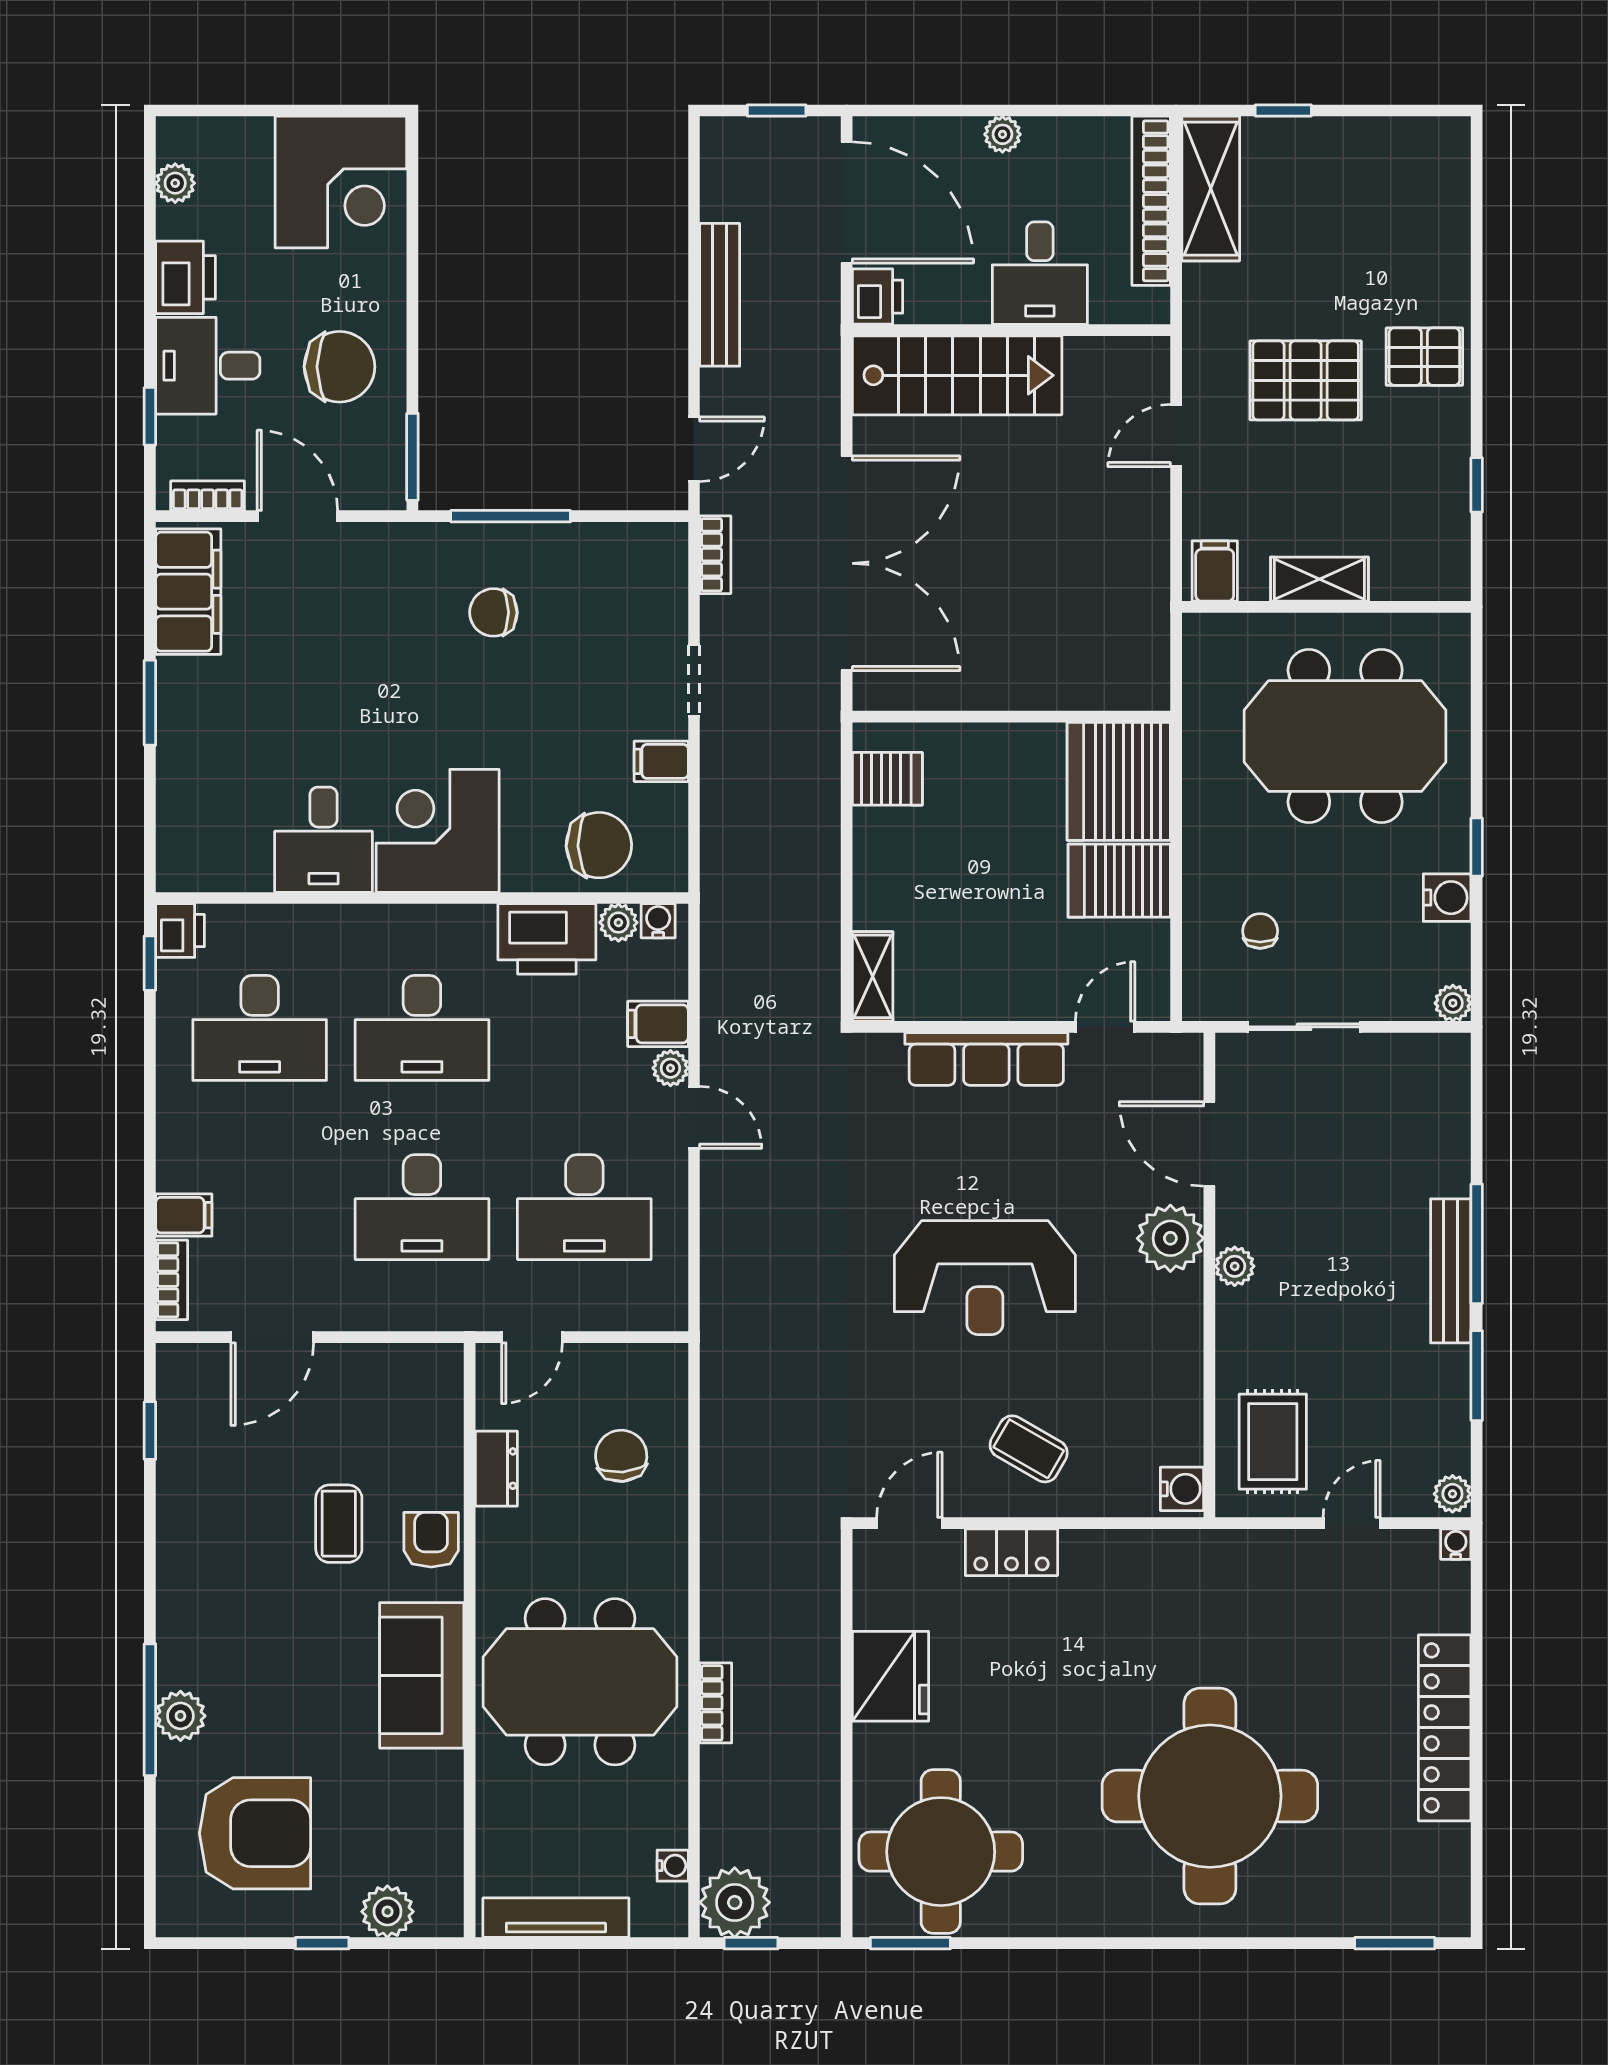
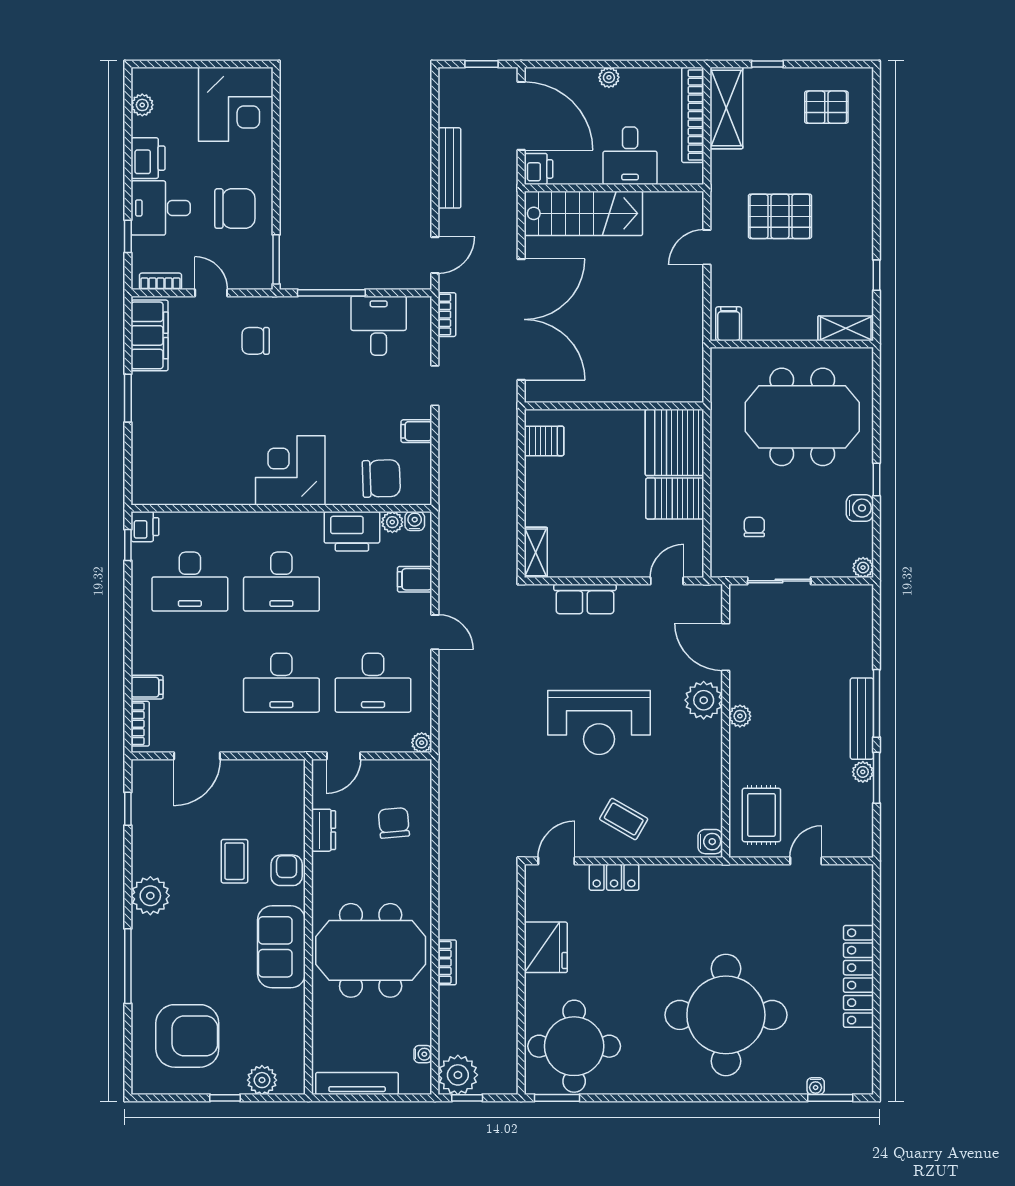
pallet: (1424, 357) -> (826, 107), moved
door: (297, 516) -> (211, 293), width x0.73
shelving: (1319, 579) -> (846, 328), moved
chair: (493, 612) -> (256, 341), moved
desk: (324, 840) -> (379, 326), moved, turned 180
row of seats: (986, 1059) -> (585, 599), width x0.68
plant: (670, 1068) -> (422, 743), moved
plant: (1452, 1494) -> (863, 772), moved
water cooler: (1456, 1544) -> (816, 1086), moved, turned 180
plant: (180, 1716) -> (150, 896), moved, width x1.36, depth x1.36

